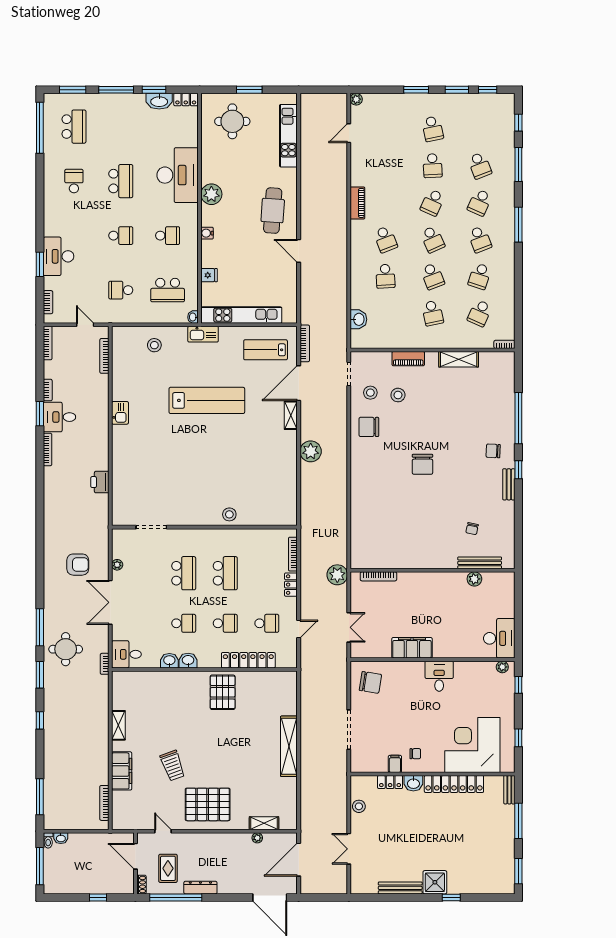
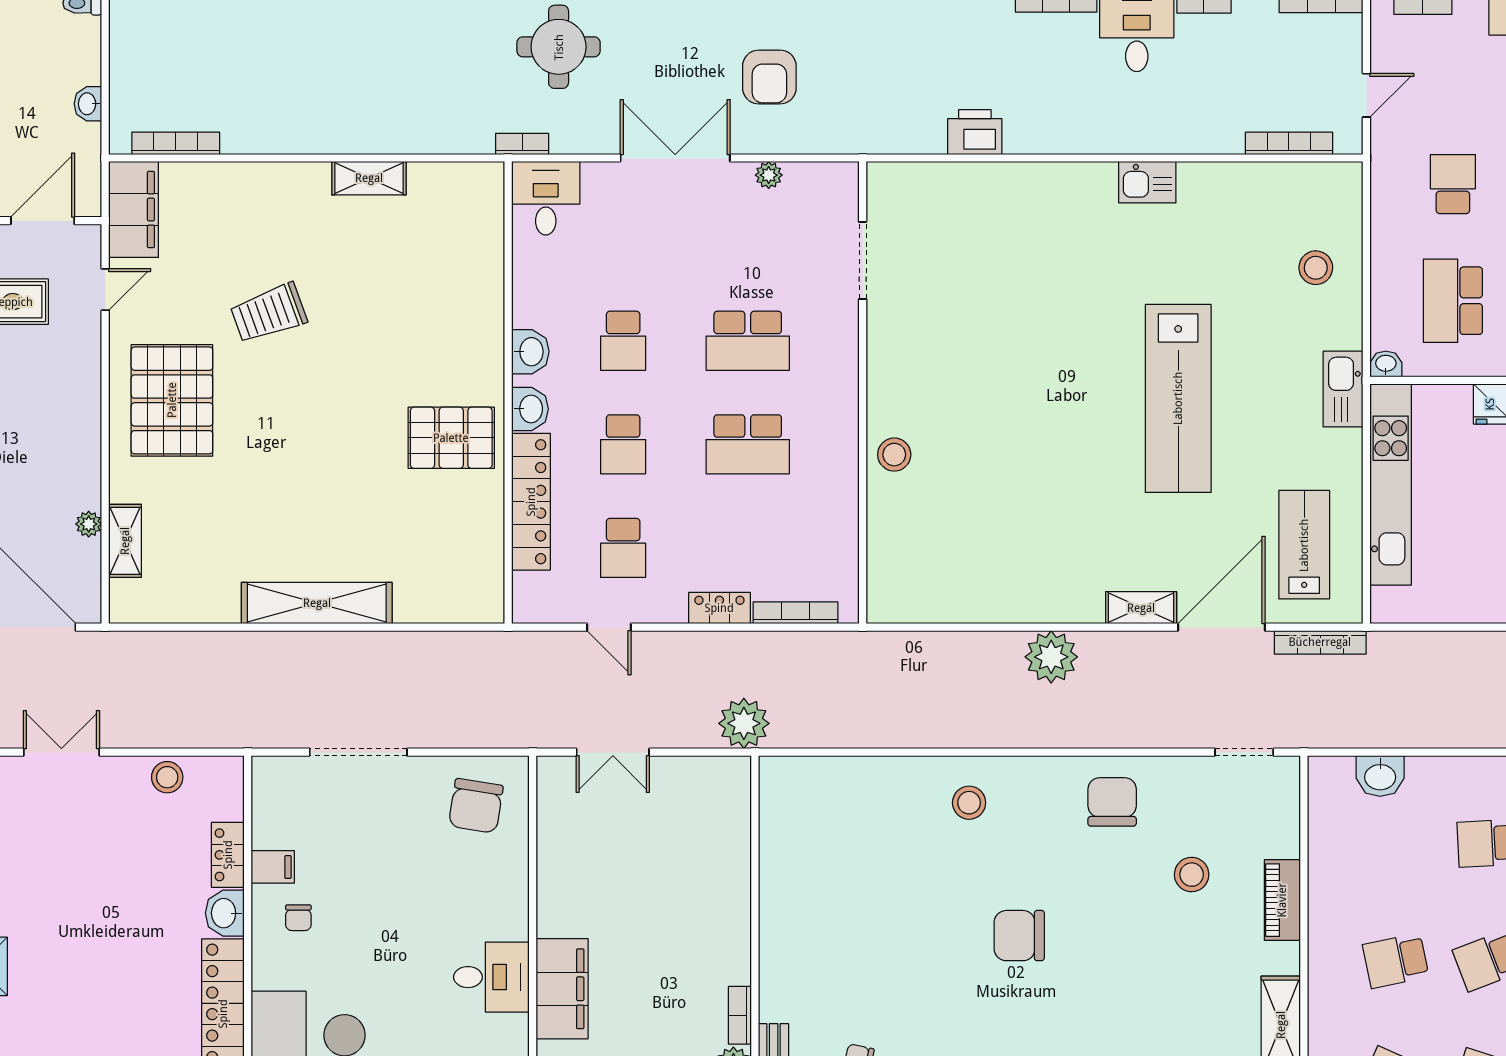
door: (299, 383) -> (1221, 627), hinge flipped
stool: (370, 393) -> (969, 803), moved
bookcase: (378, 576) -> (740, 1015), moved, width x0.64
filing cabinet: (412, 648) -> (562, 989), moved
washbasin: (169, 661) -> (530, 409), moved
filing cabinet: (122, 771) -> (134, 209), moved, turned -90
washbasin: (61, 838) -> (88, 104), moved

